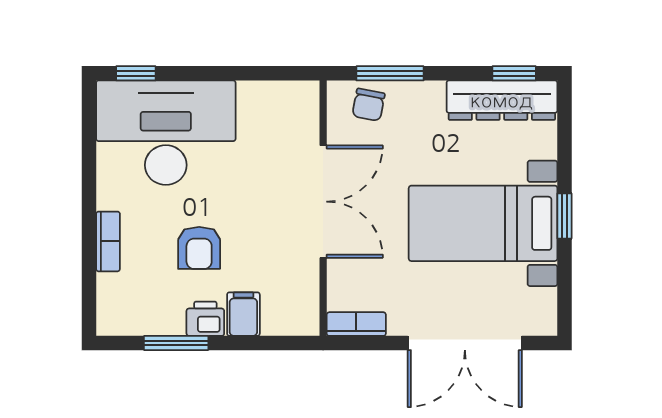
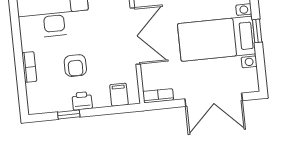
filing cabinet: (243, 314) -> (119, 95), moved
window: (176, 343) -> (69, 114), width x0.67

